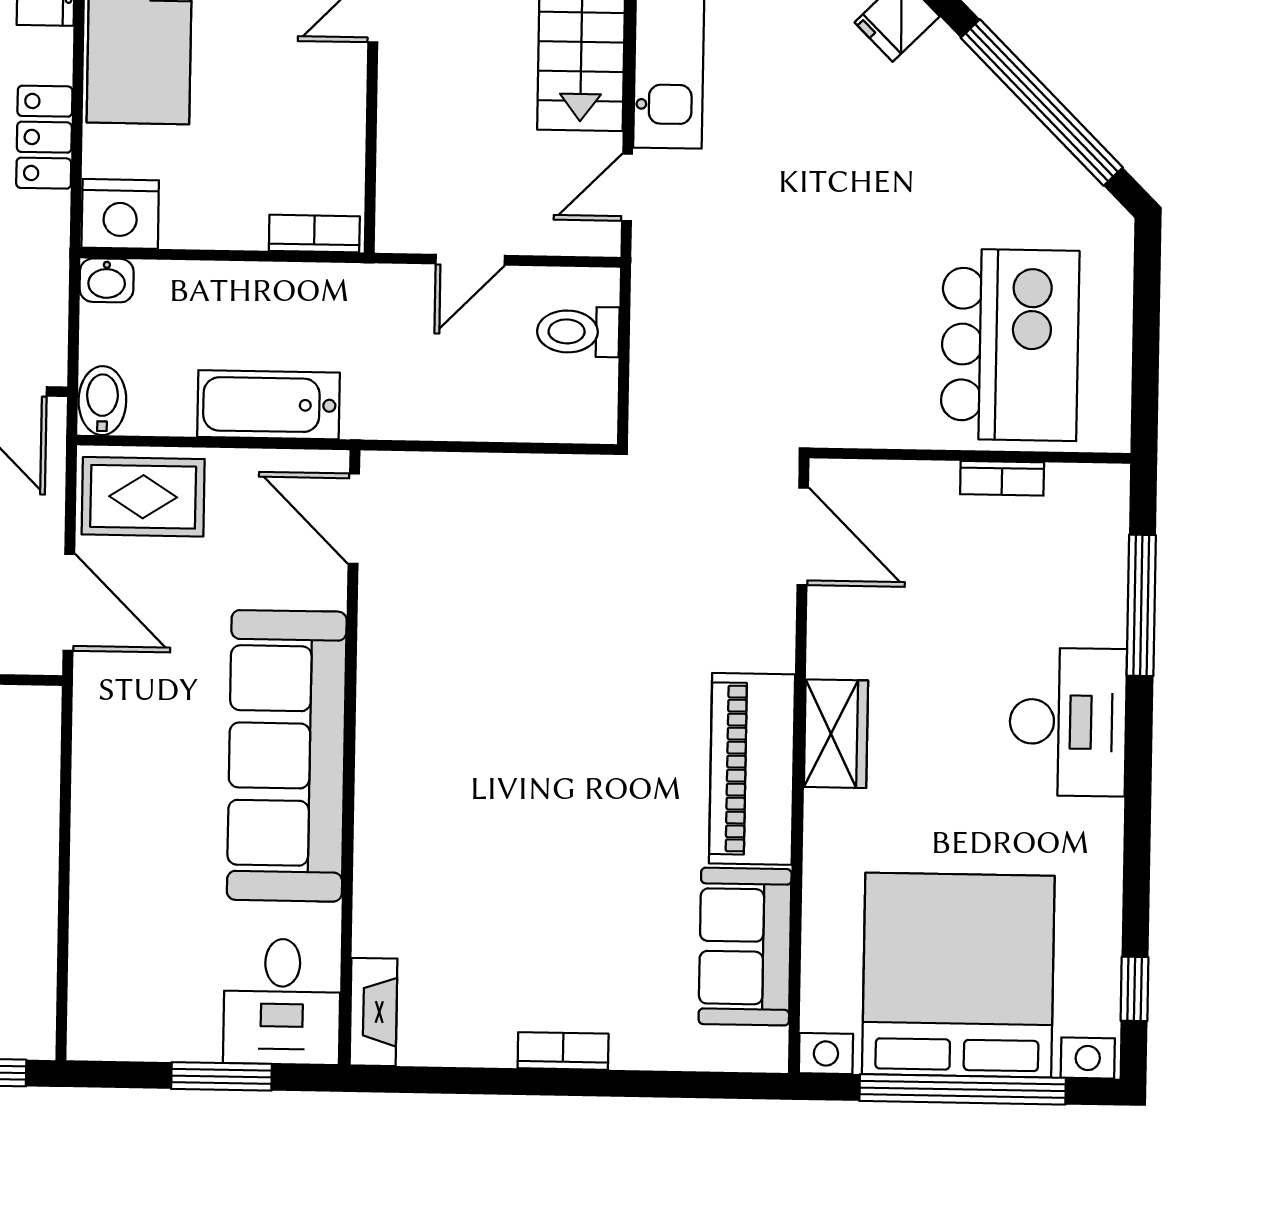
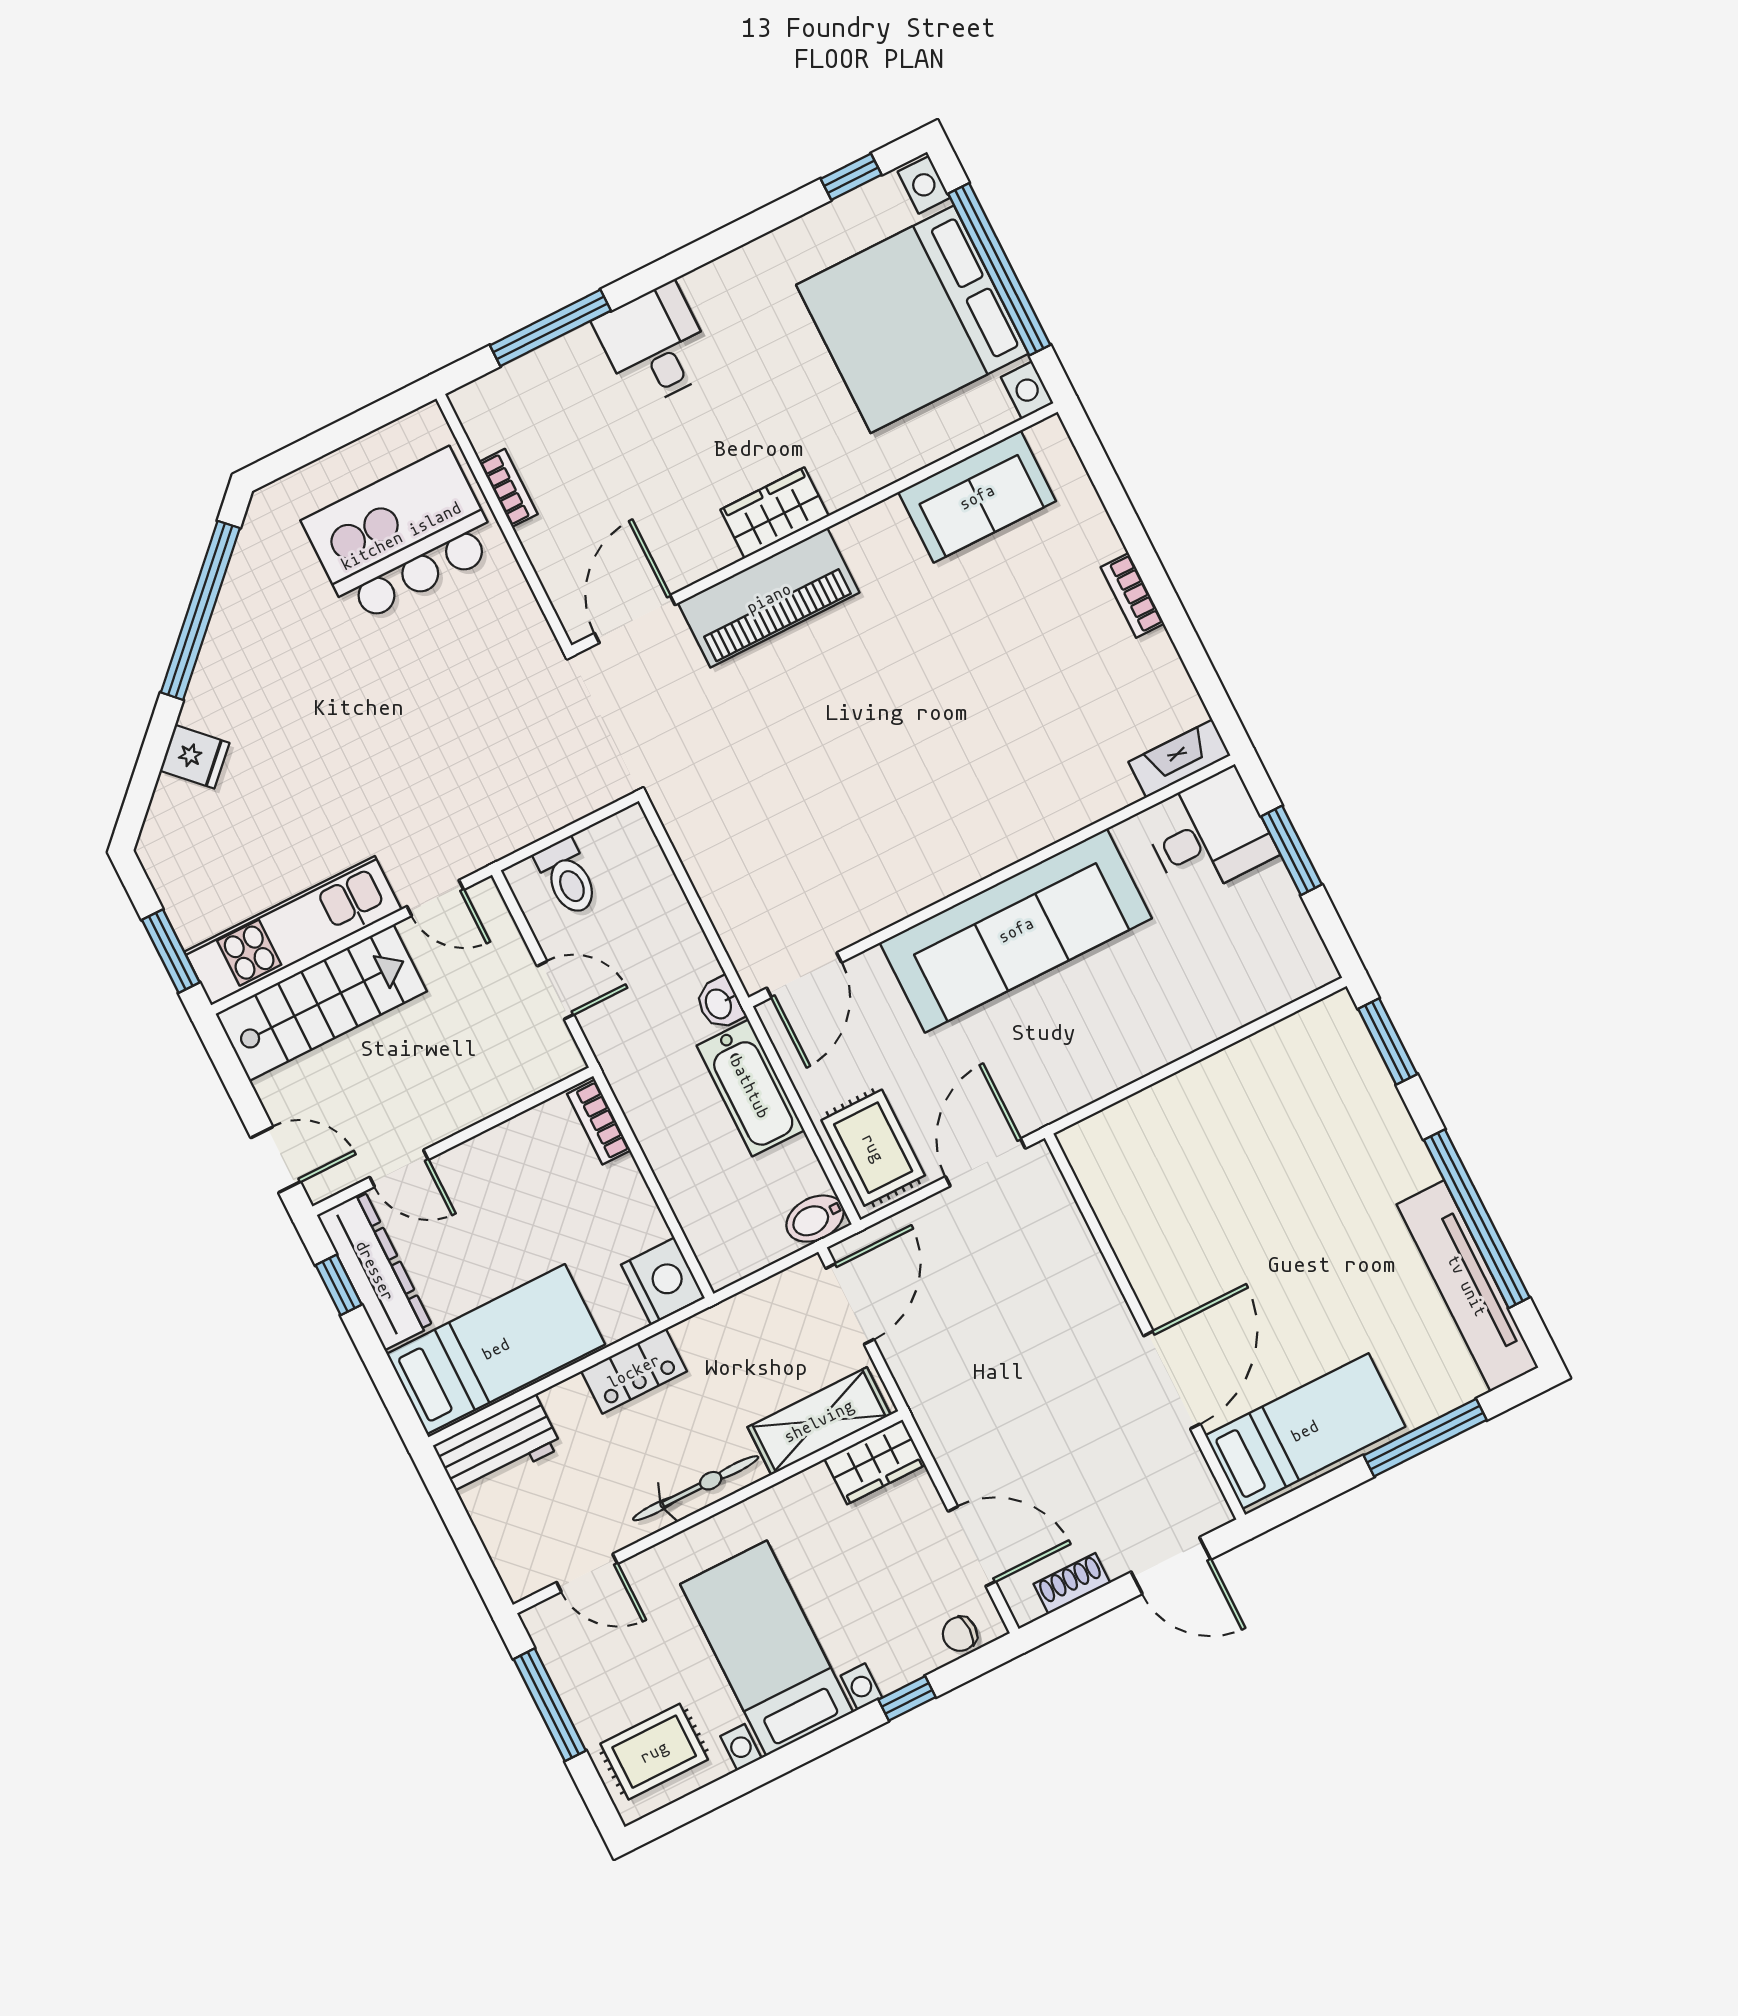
washbasin: (107, 280) -> (719, 1003), moved, turned 180
desk: (1068, 722) -> (655, 345), width x0.73
piano: (752, 769) -> (769, 598), moved

